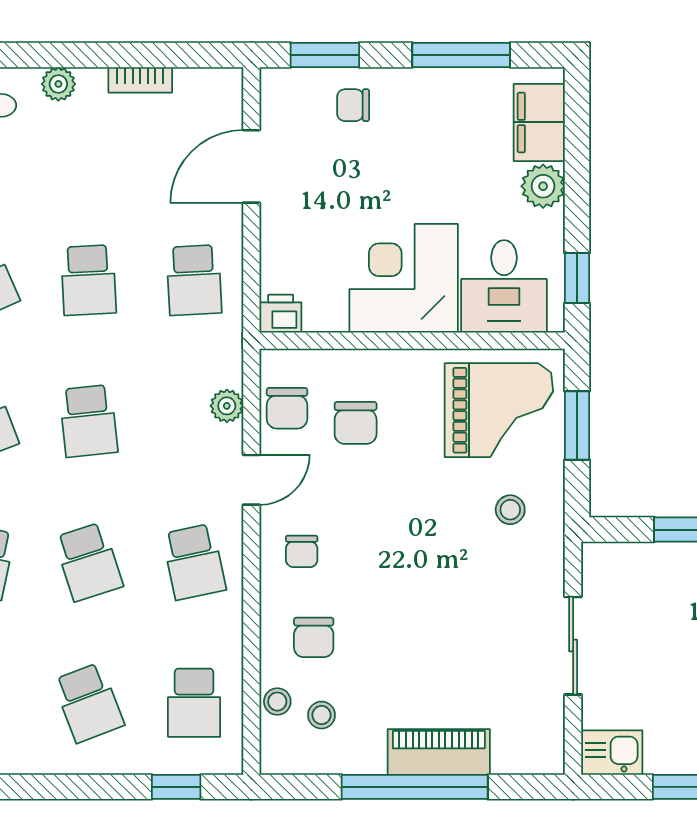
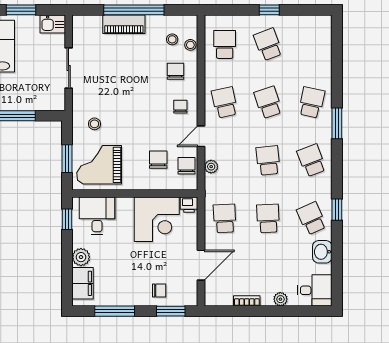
corner desk: (404, 278) -> (157, 219), moved
window: (176, 787) -> (269, 10), moved

